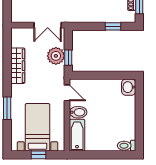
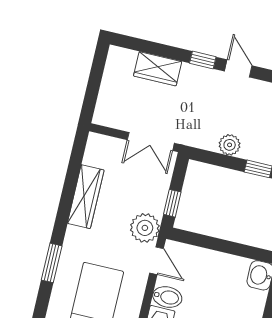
plant: (93, 16) -> (230, 145), added
plant: (56, 56) -> (145, 228), moved

